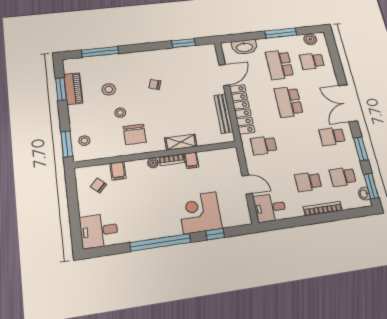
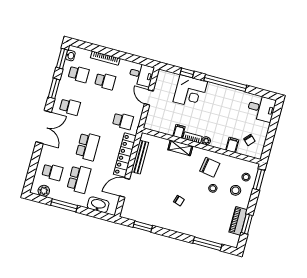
stool: (109, 89) -> (236, 190), moved
chair: (135, 134) -> (210, 167), turned 99

